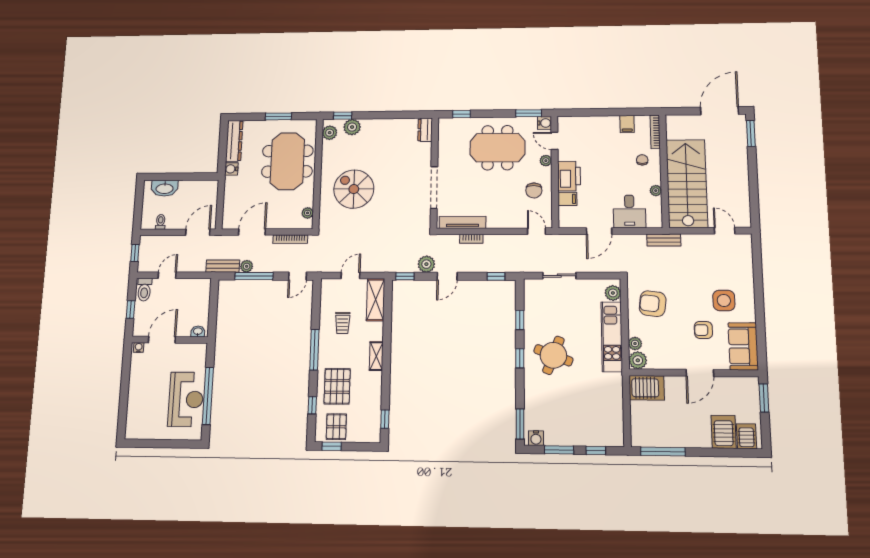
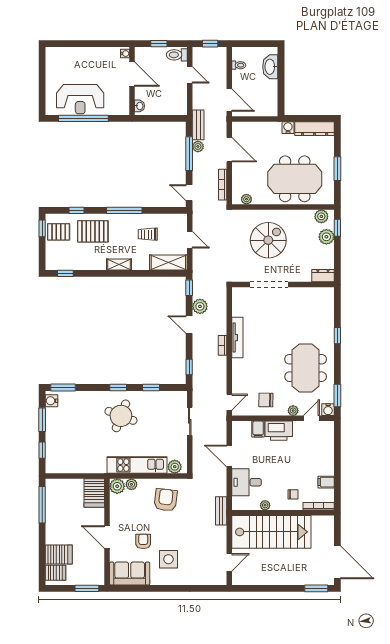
dresser: (425, 130) -> (323, 276), moved
wall: (434, 173) -> (283, 284), moved
doorway: (434, 188) -> (269, 284), moved

